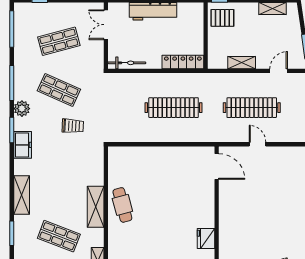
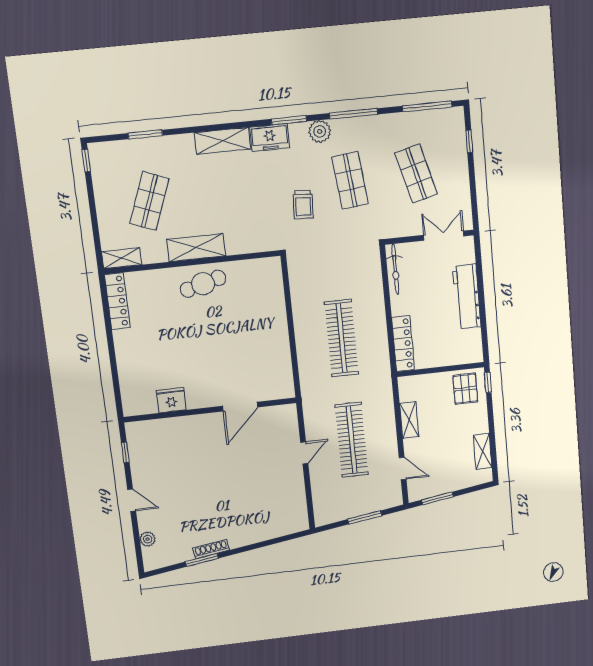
shop shelf: (59, 90) -> (350, 180), turned -30
door: (217, 167) -> (240, 407), moved
shelving: (22, 195) -> (222, 141), moved

